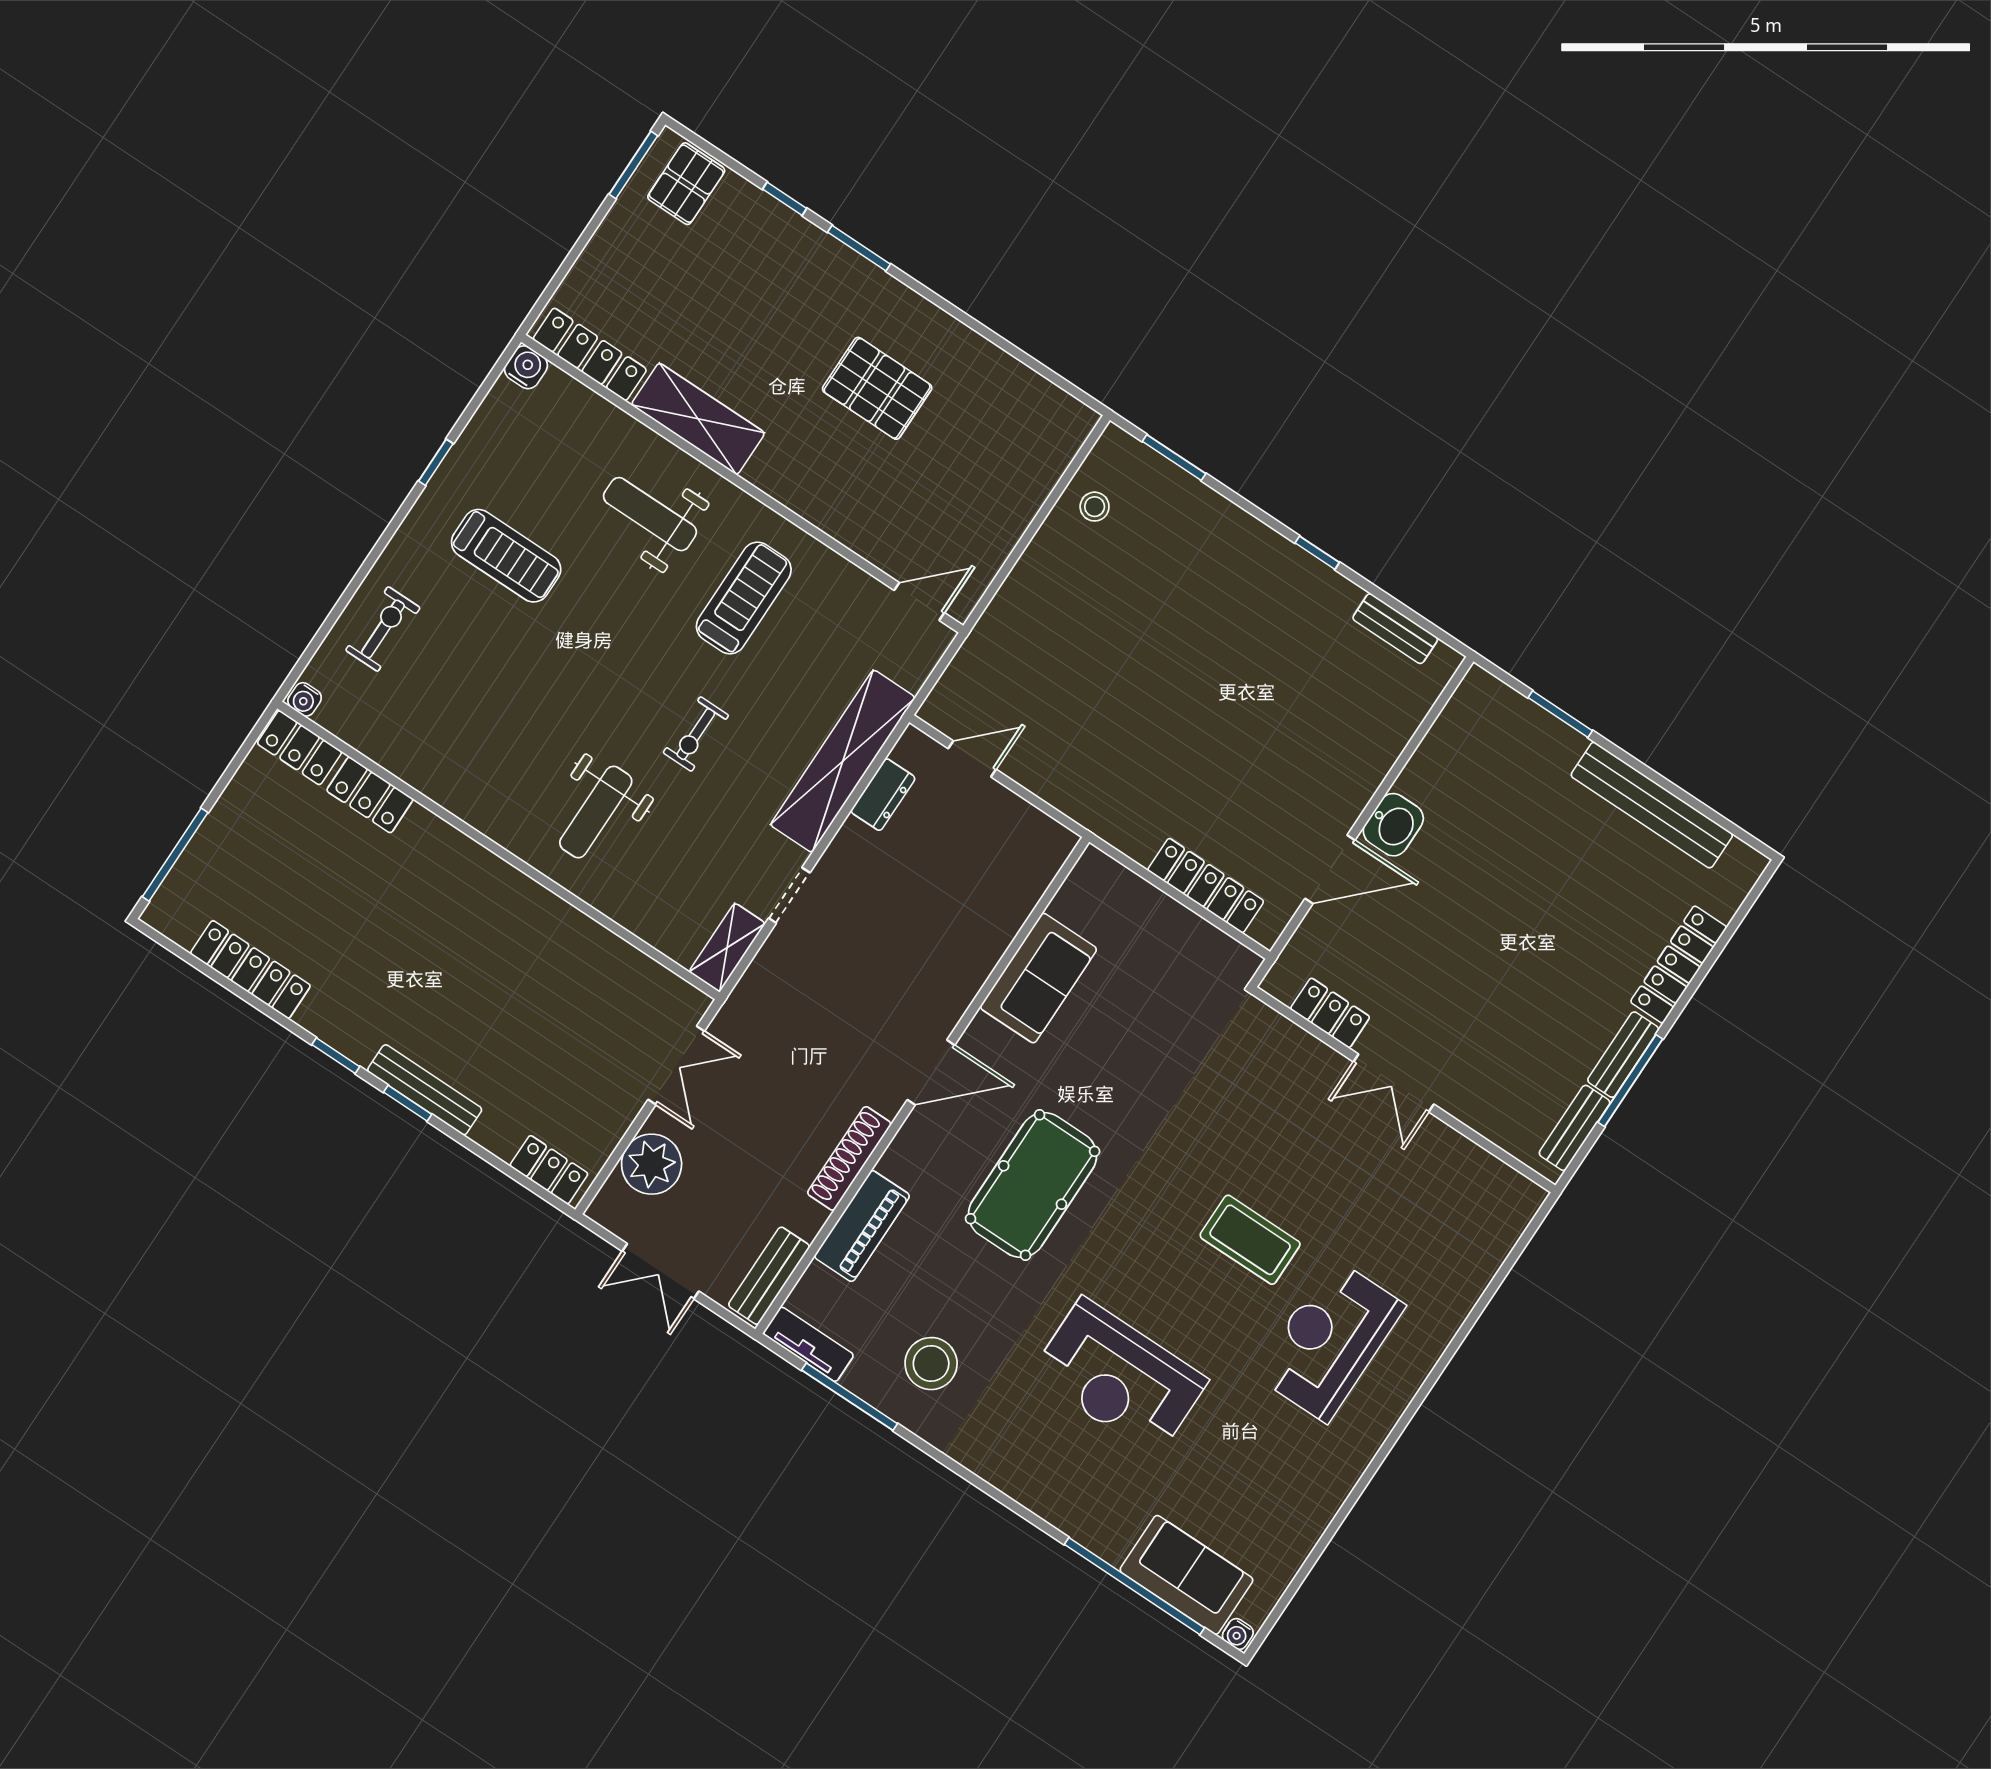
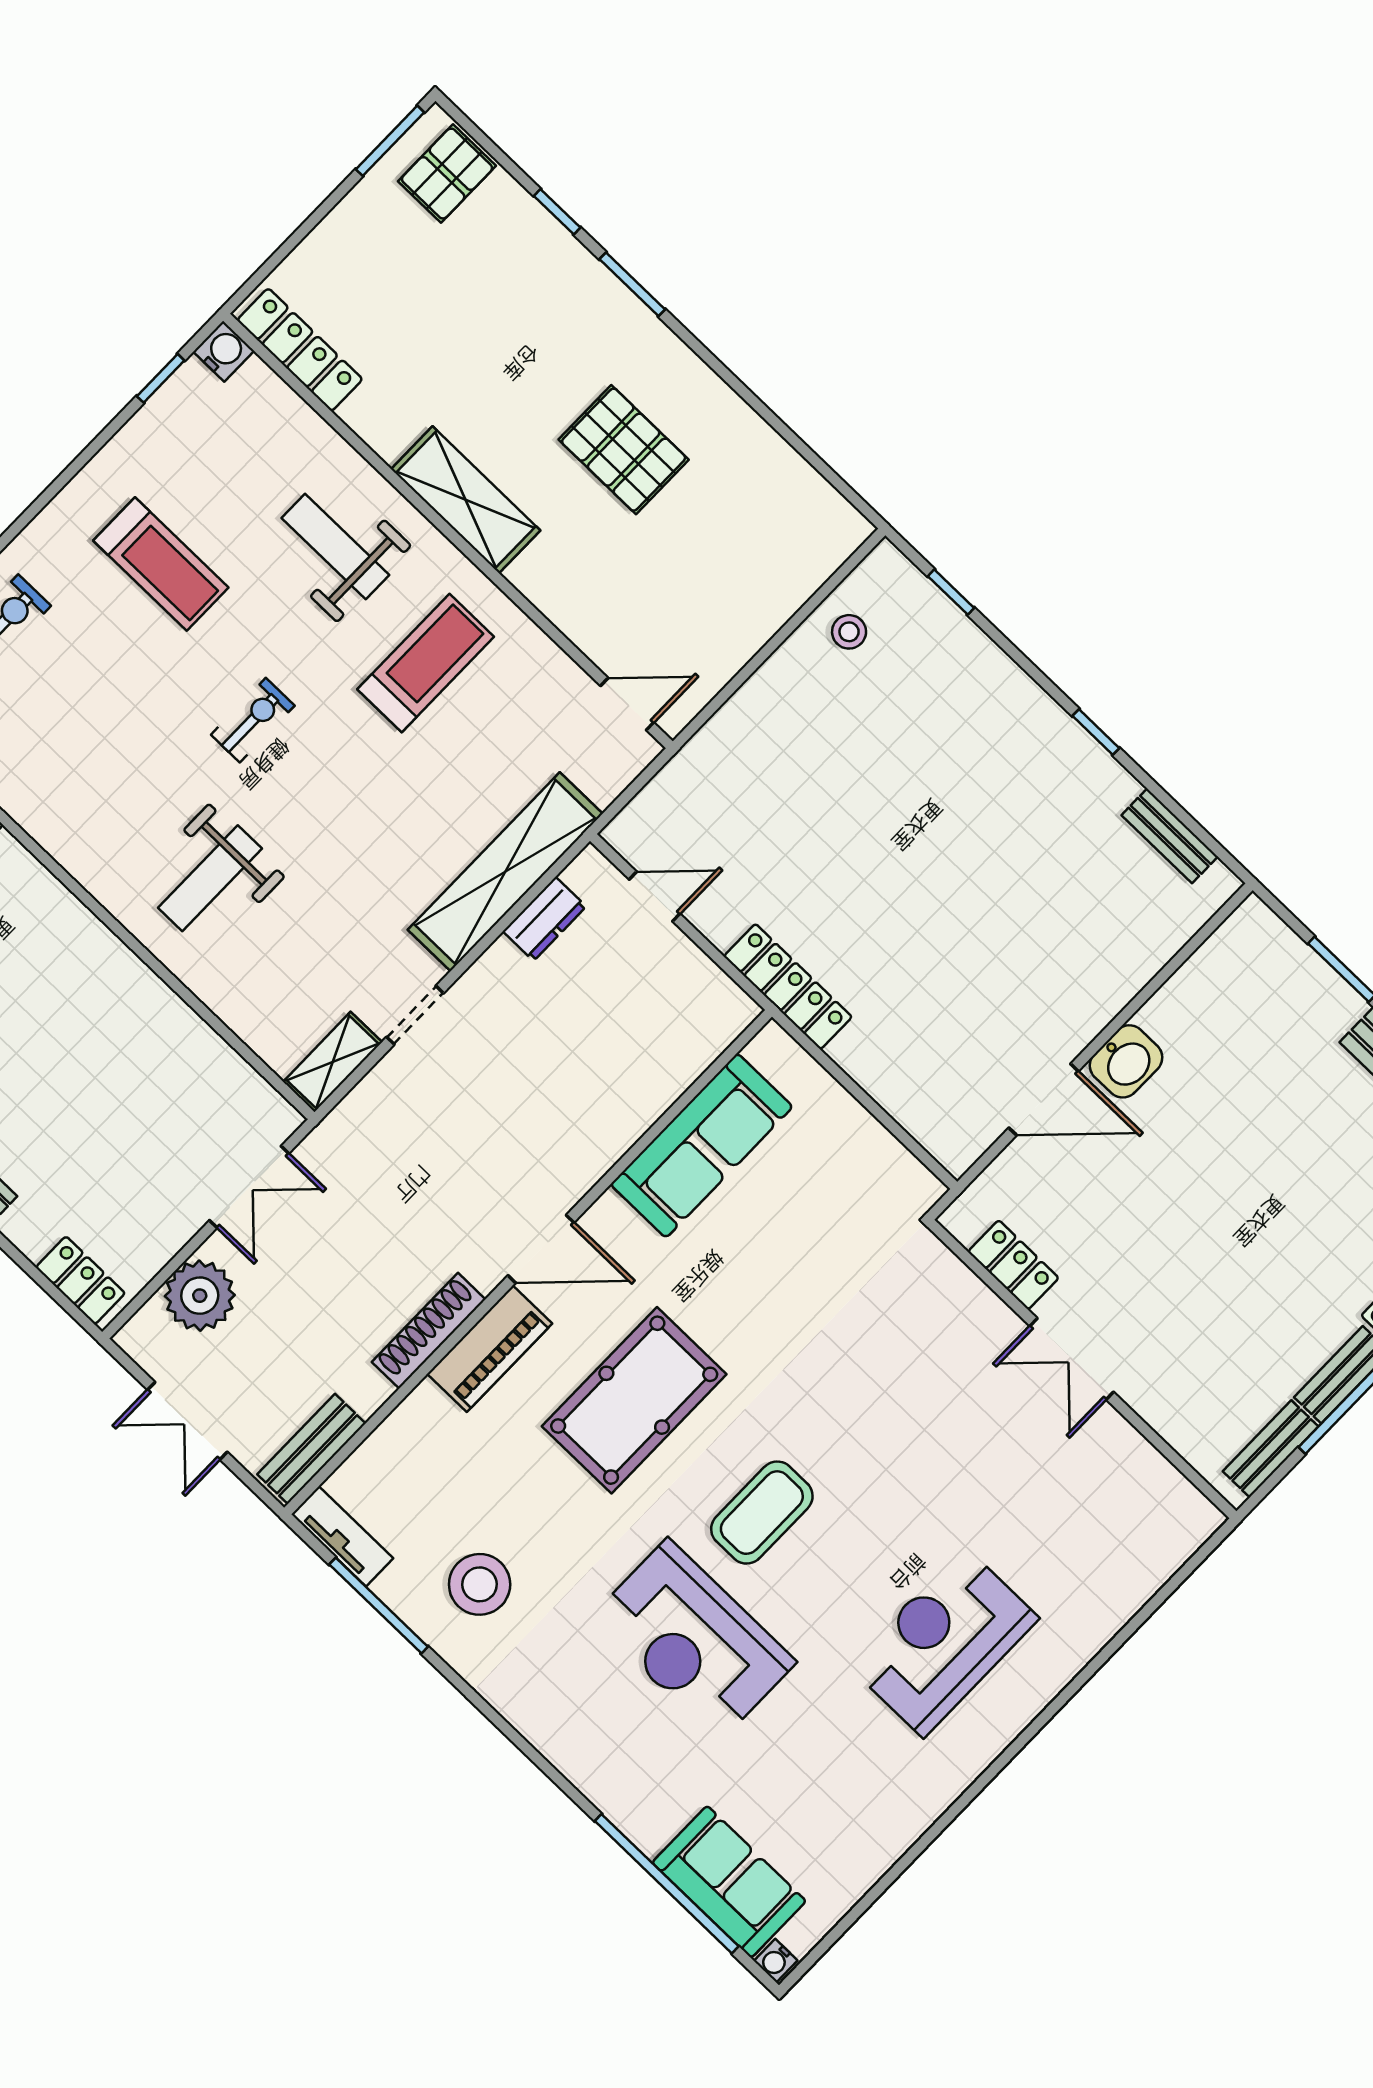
shelving: (698, 419) -> (466, 500), moved
window: (1174, 457) -> (951, 592), width x0.67
window: (436, 462) -> (161, 378), moved
exercise bike: (696, 734) -> (253, 720), moved, turned 180
locker: (1206, 886) -> (788, 987), moved
sofa: (1038, 978) -> (702, 1146), width x1.36
piano: (862, 1226) -> (490, 1349), moved
coffee table: (1250, 1240) -> (762, 1513), moved, turned 90

